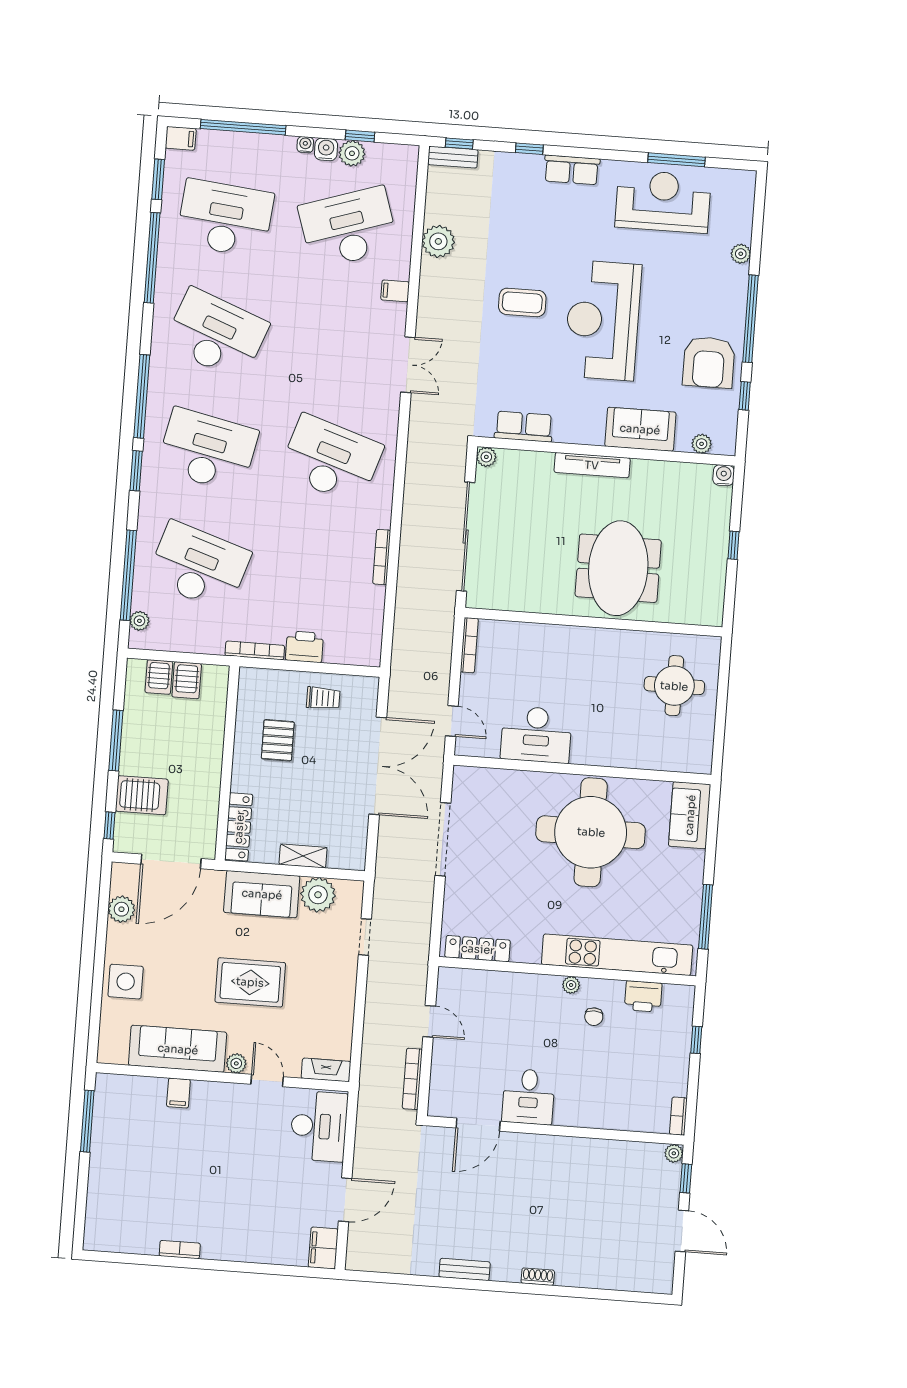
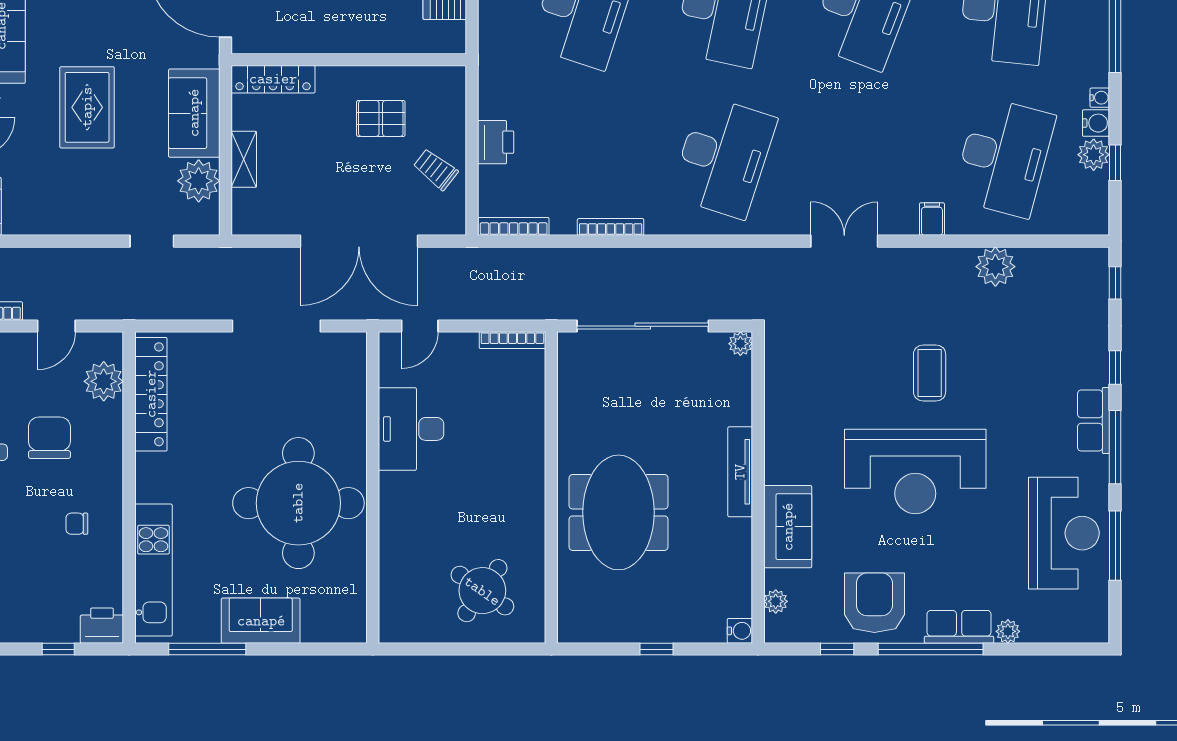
window: (595, 154) -> (1115, 447), added
bench: (453, 157) -> (1098, 276), removed
desk: (348, 228) -> (1004, 157), turned 33
reception desk: (603, 320) -> (915, 471), turned 180
armchair: (709, 362) -> (874, 603), turned 90
double door: (408, 365) -> (844, 241), swing flipped
row of seats: (524, 427) -> (959, 627), moved, turned -90
meeting table: (618, 568) -> (619, 512), turned 90
bookcase: (255, 650) -> (514, 226), moved, turned -90
round table: (674, 686) -> (482, 591), turned 35
trolley: (323, 698) -> (436, 169), turned 128
sofa: (690, 815) -> (261, 621), moved
locker: (478, 949) -> (151, 394), width x1.41, depth x1.21
kitchen unit: (617, 955) -> (153, 570), width x0.73
plant: (571, 985) -> (104, 381), moved, width x1.87, depth x1.87
printer: (643, 996) -> (102, 626), moved, turned 90
chair: (521, 1034) -> (49, 438), added

